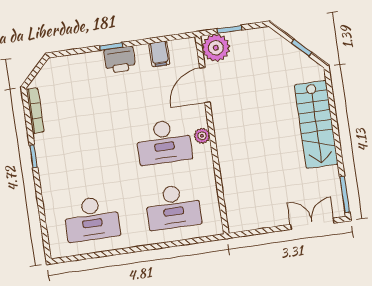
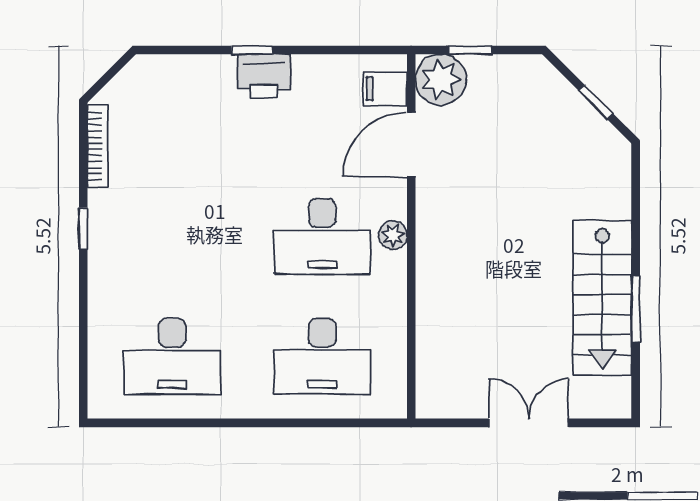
filing cabinet: (159, 54) -> (385, 89), moved, turned 90
stairs: (316, 124) -> (602, 298), moved
window: (345, 194) -> (636, 309), moved
double door: (312, 224) -> (529, 423), moved

